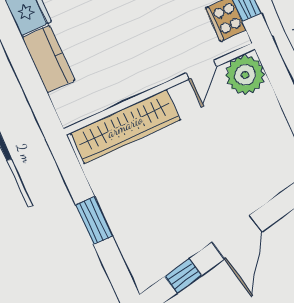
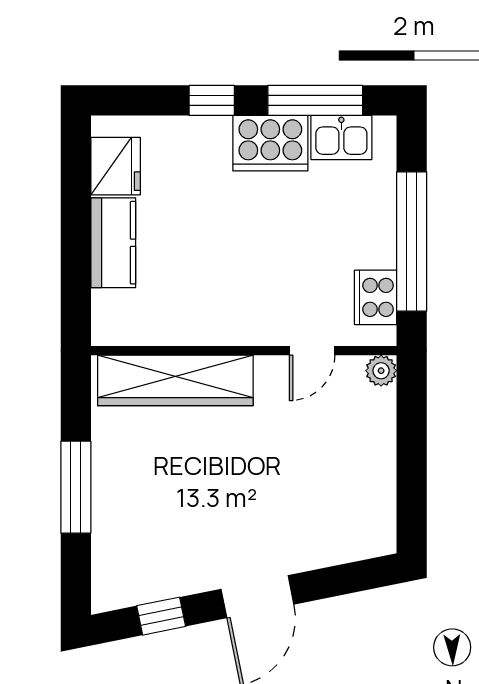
plant: (245, 75) -> (381, 371), width x0.53, depth x0.53
window: (94, 220) -> (76, 487), width x1.44

